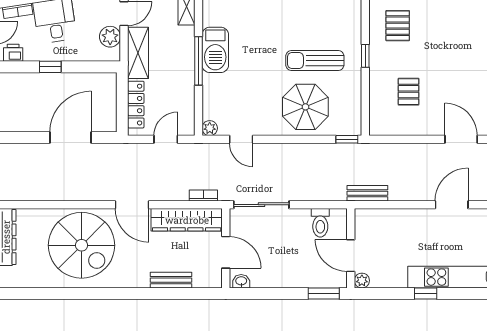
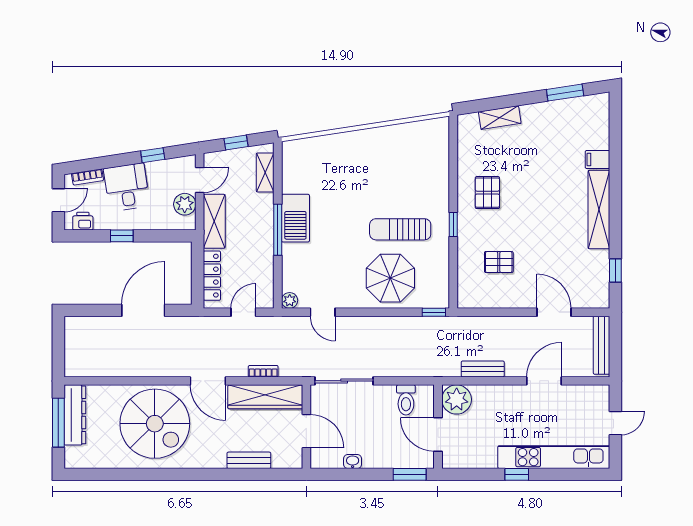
pallet: (409, 92) -> (499, 262), turned 90
bench: (367, 193) -> (483, 369), moved
bookcase: (203, 195) -> (263, 371), moved
washbasin: (241, 281) -> (353, 462), moved
plant: (362, 281) -> (457, 399), moved, width x1.87, depth x1.87

